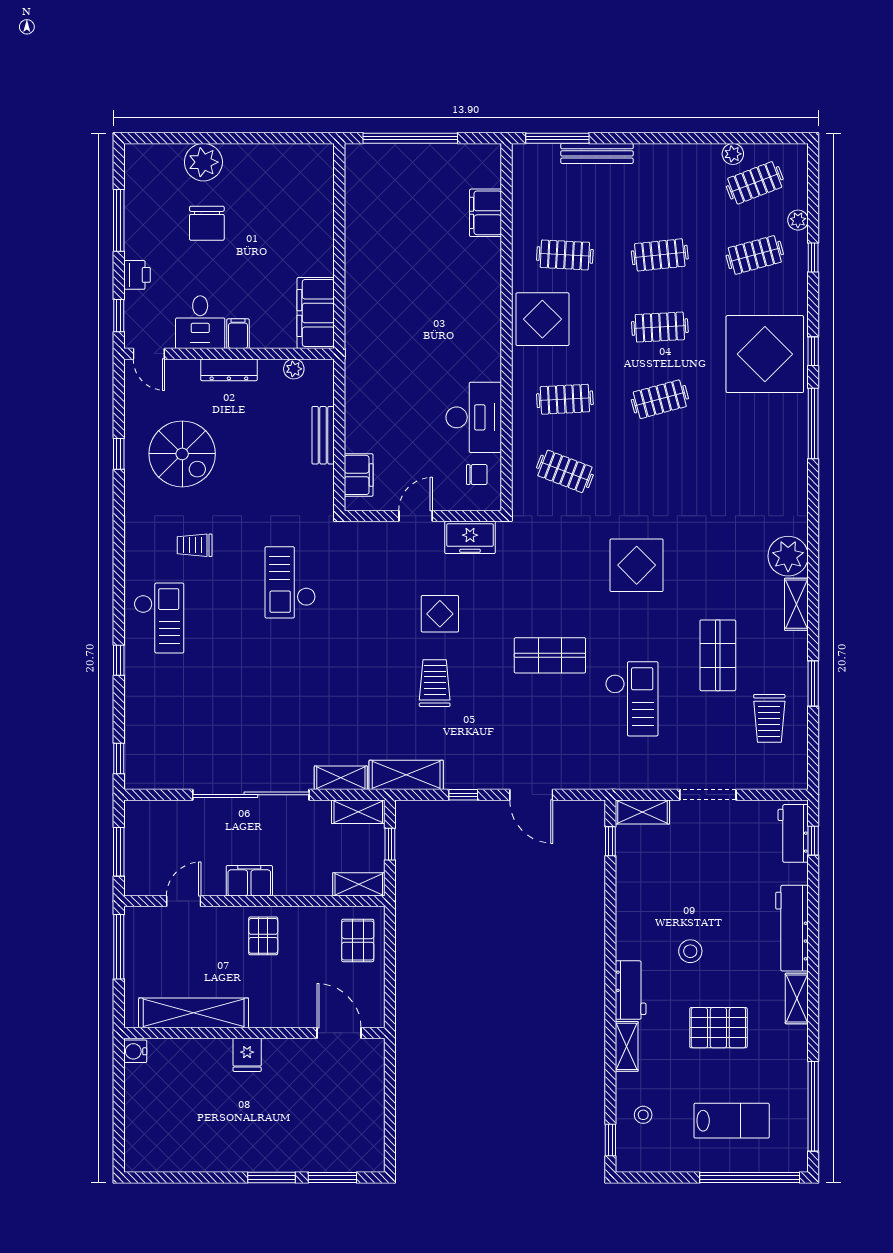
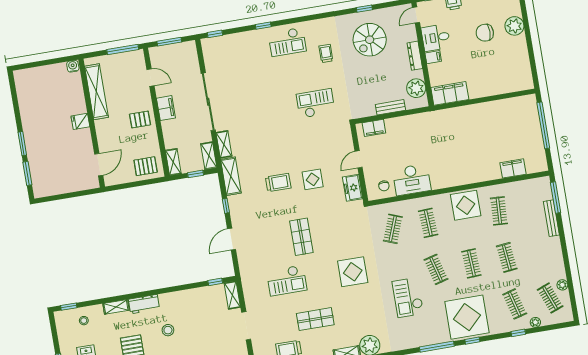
plant: (294, 369) -> (416, 88), width x1.88, depth x1.88
checkout: (706, 464) -> (408, 297), added
door: (416, 516) -> (359, 159), swing flipped

